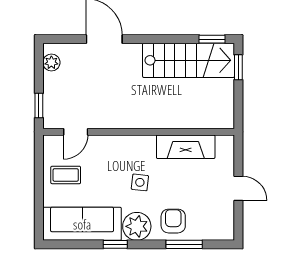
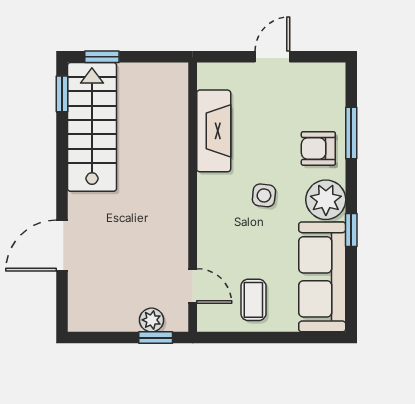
plant: (51, 62) -> (152, 320), moved

